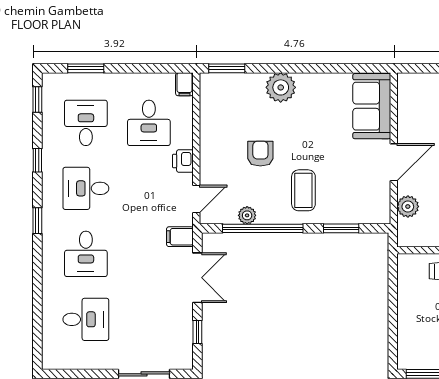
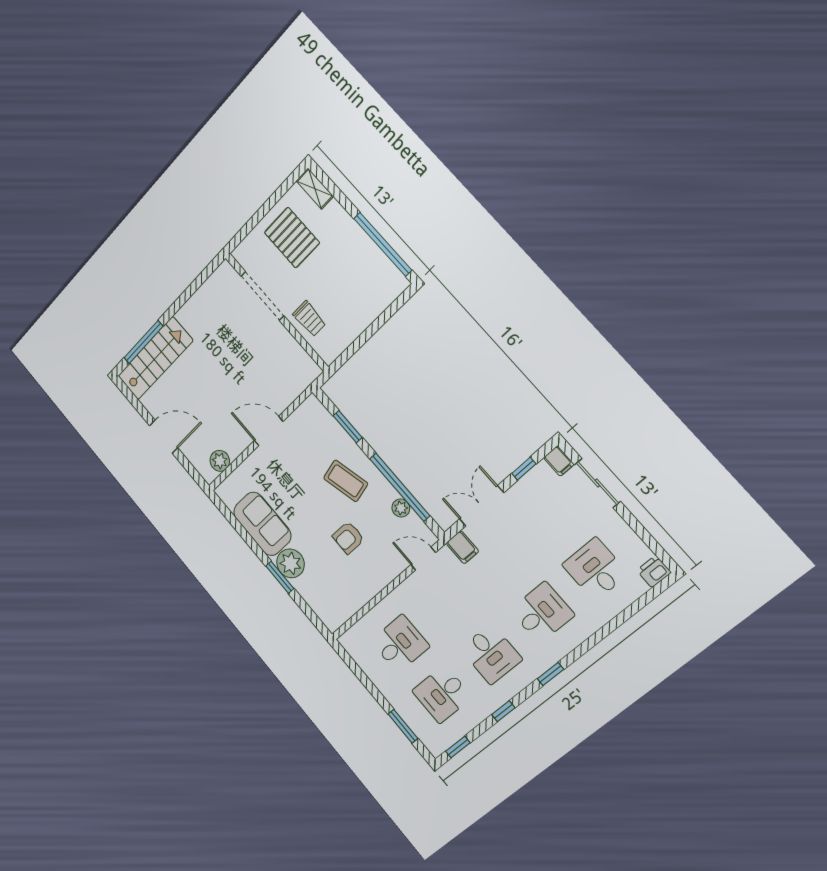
window: (227, 68) -> (280, 577), moved
filing cabinet: (184, 84) -> (559, 461), moved, turned 90
sofa: (372, 106) -> (262, 524), moved, turned -90
printer: (183, 161) -> (654, 571), moved, turned 180
coffee table: (303, 190) -> (346, 481), turned 76
plant: (408, 207) -> (220, 461), moved

